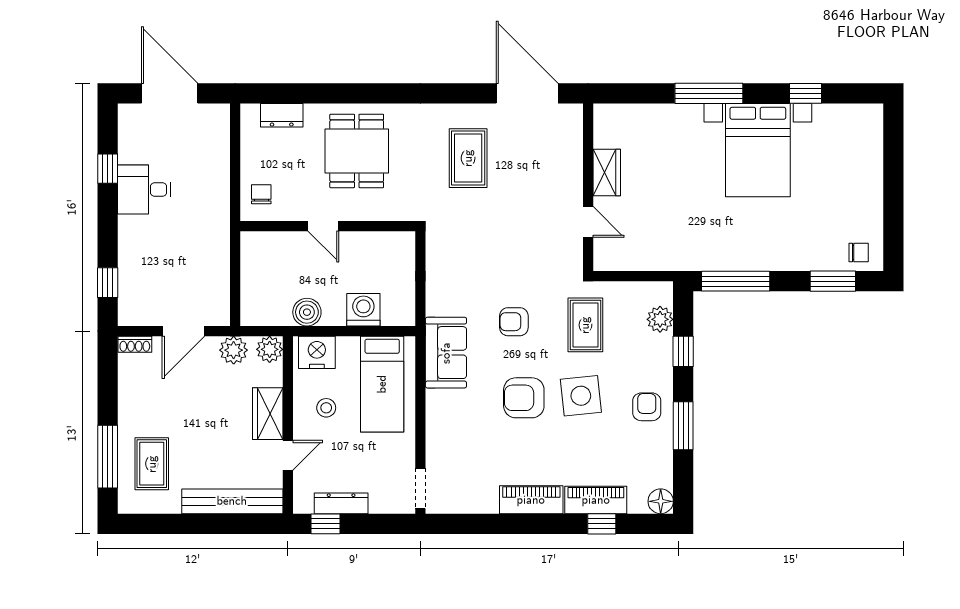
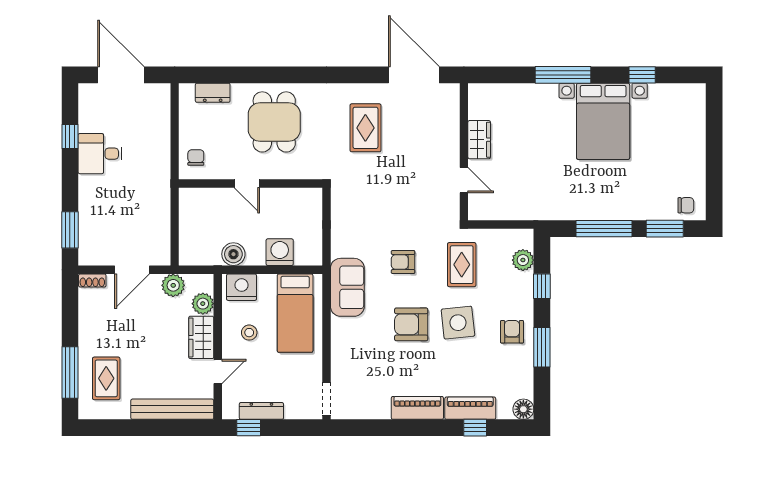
window: (736, 281) -> (604, 229), moved
window: (108, 283) -> (70, 230), width x1.50
plant: (270, 349) -> (203, 304), moved

